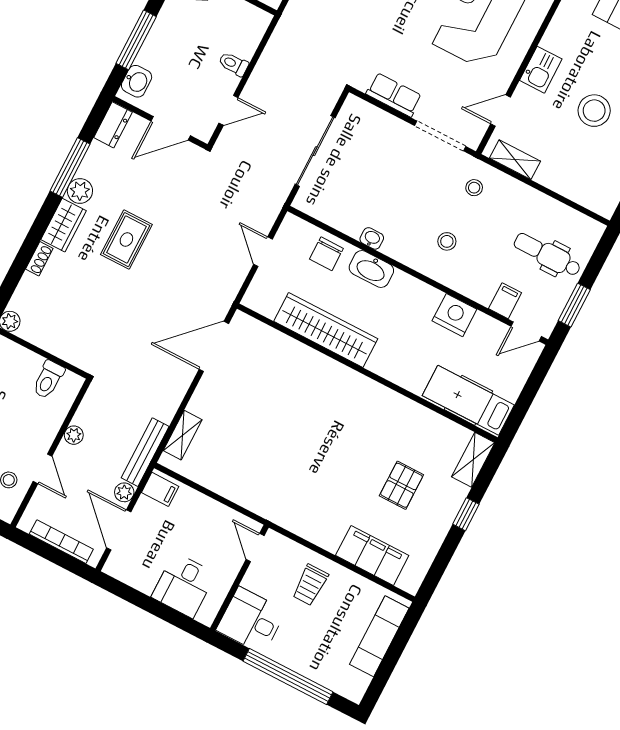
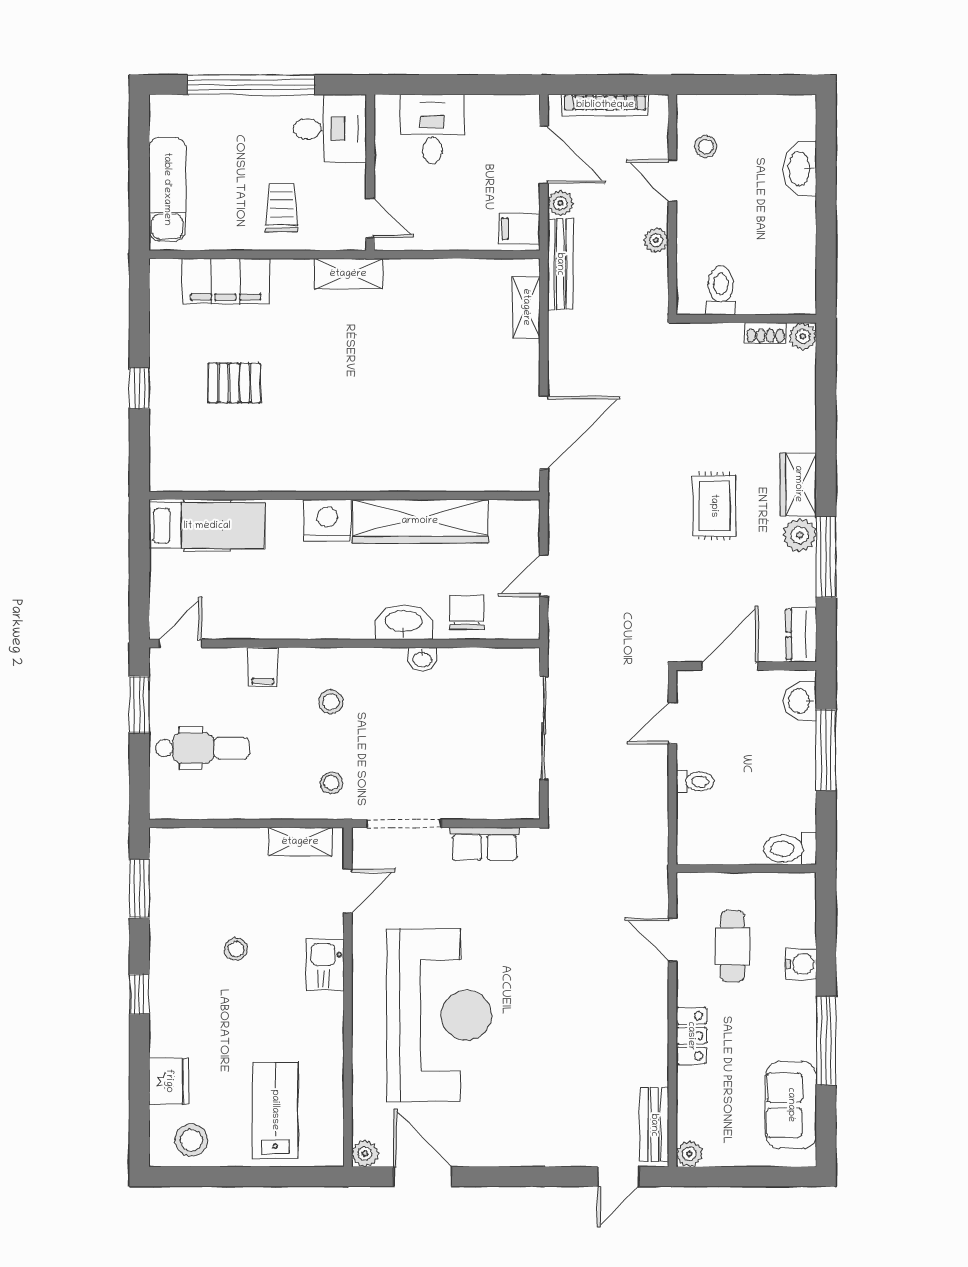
stool: (594, 111) -> (236, 949), width x0.53, depth x0.53
door: (263, 252) -> (544, 576), swing flipped
shoe rack: (39, 259) -> (766, 333), moved, turned -90
filing cabinet: (505, 301) -> (263, 667), moved
nightstand: (454, 315) -> (327, 520), moved, turned 180
shelving: (473, 460) -> (348, 274), moved, turned 90
pallet: (401, 485) -> (234, 383), turned 90

